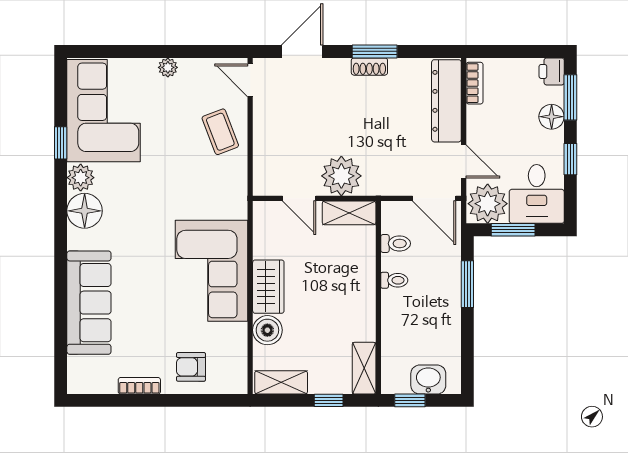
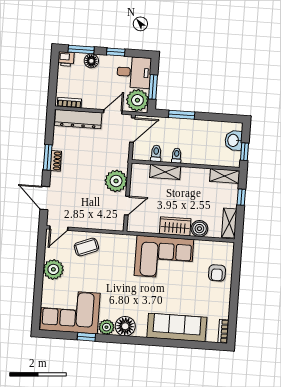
plant: (168, 67) -> (53, 269), width x1.88, depth x1.88
shelving: (349, 213) -> (165, 172), moved, turned 90
bookcase: (139, 386) -> (223, 331), moved

